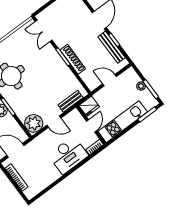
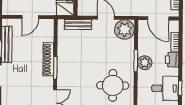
door: (110, 80) -> (30, 17), hinge flipped

